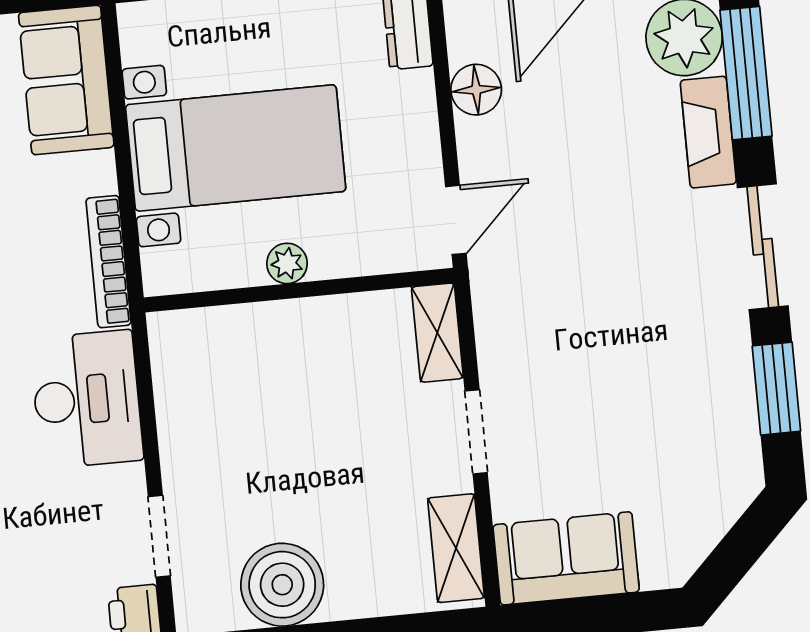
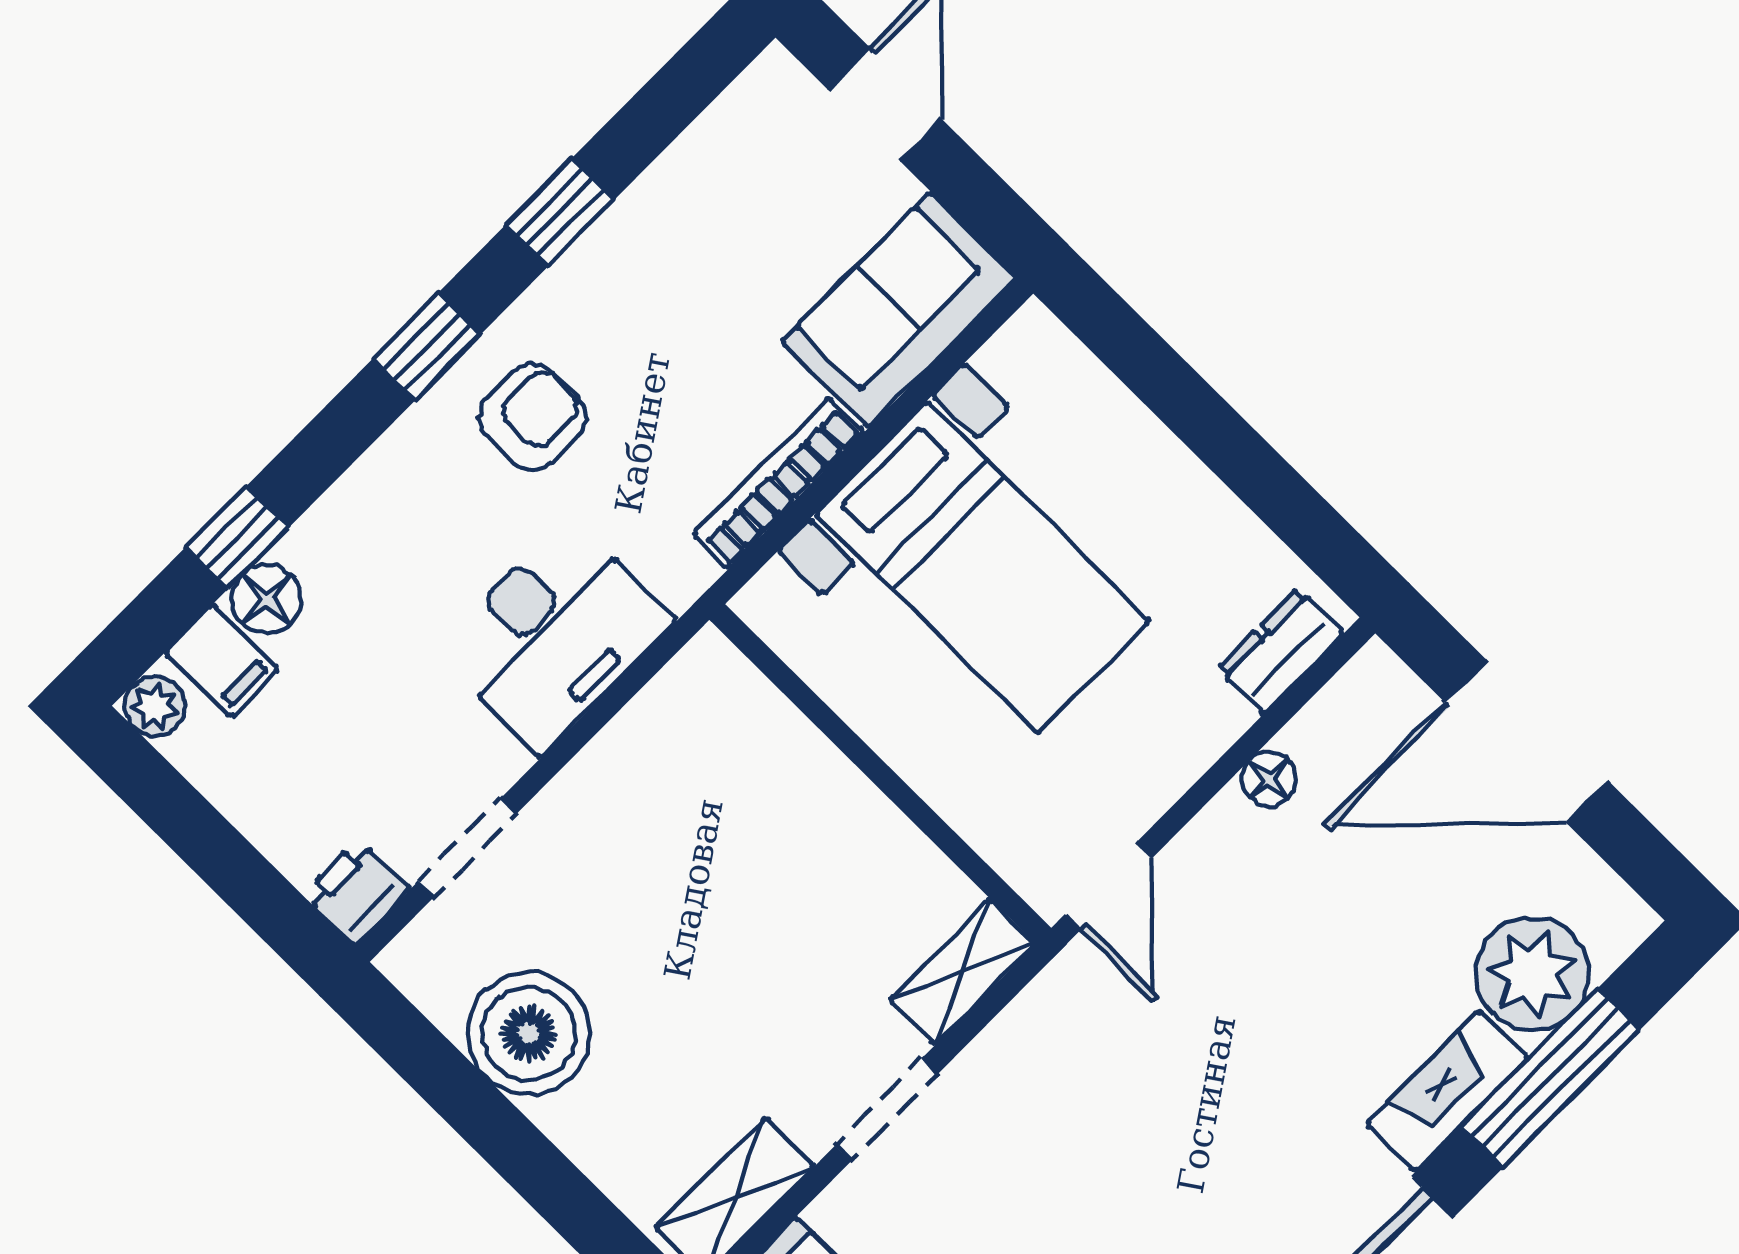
floor lamp: (476, 90) -> (1269, 779), width x0.73, depth x0.73
door: (456, 220) -> (1108, 886), hinge flipped
bookcase: (108, 262) -> (779, 483), moved
plant: (287, 263) -> (899, 735), removed

